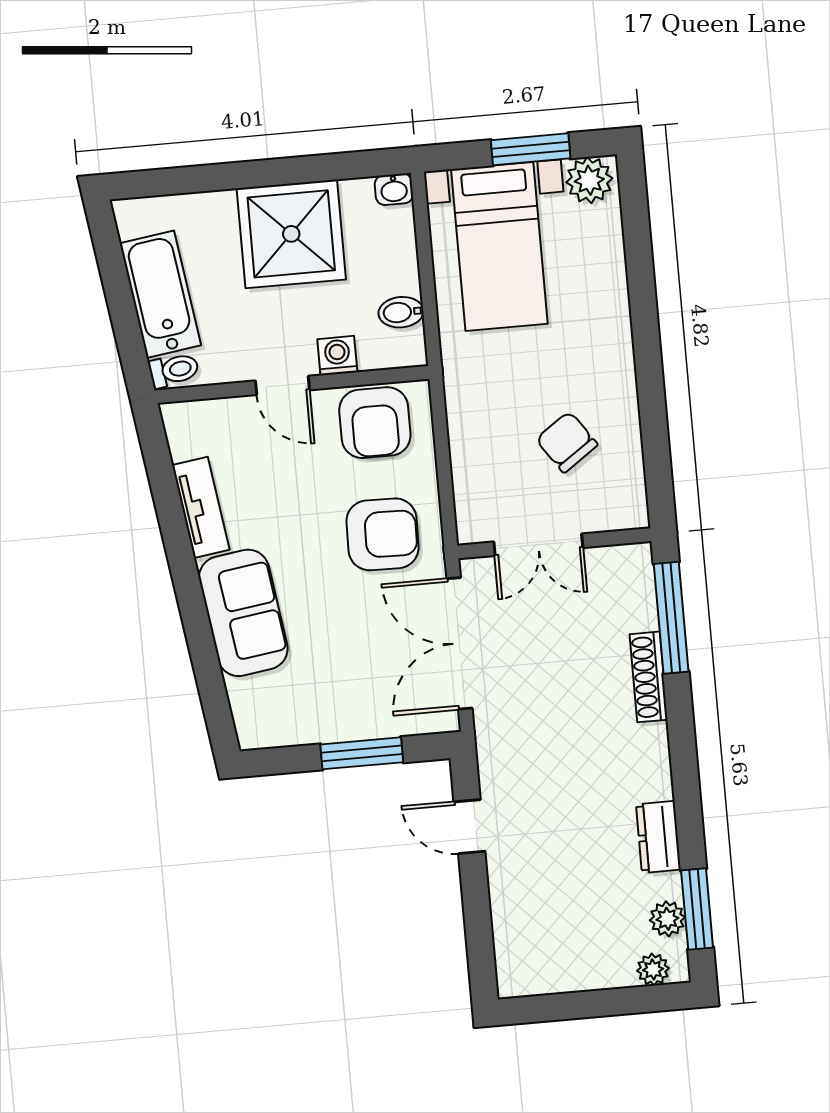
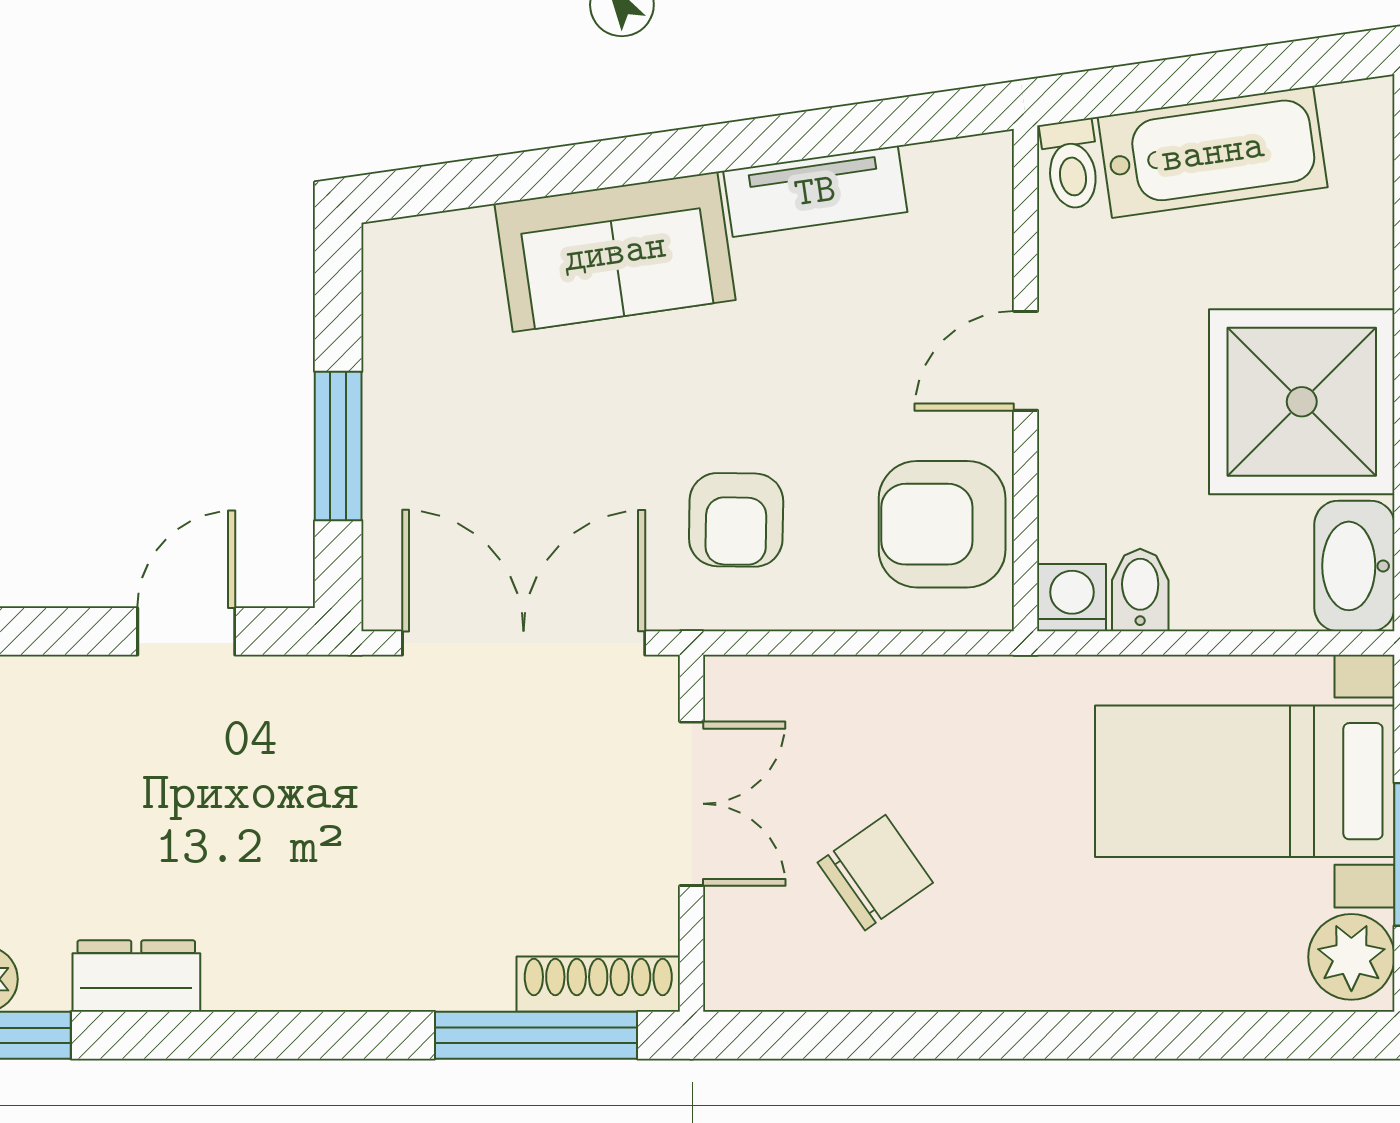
washbasin: (394, 189) -> (1354, 566), width x1.91, depth x1.45
washing machine: (337, 356) -> (1072, 598), moved, turned -90
armchair: (382, 534) -> (736, 520), width x0.72, depth x0.72
double door: (538, 545) -> (692, 804), swing flipped
shoe rack: (649, 677) -> (598, 984), moved

